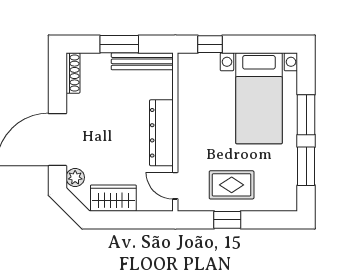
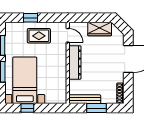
window: (210, 44) -> (27, 108), moved
plant: (75, 177) -> (119, 40), removed
window: (227, 220) -> (31, 18), moved

